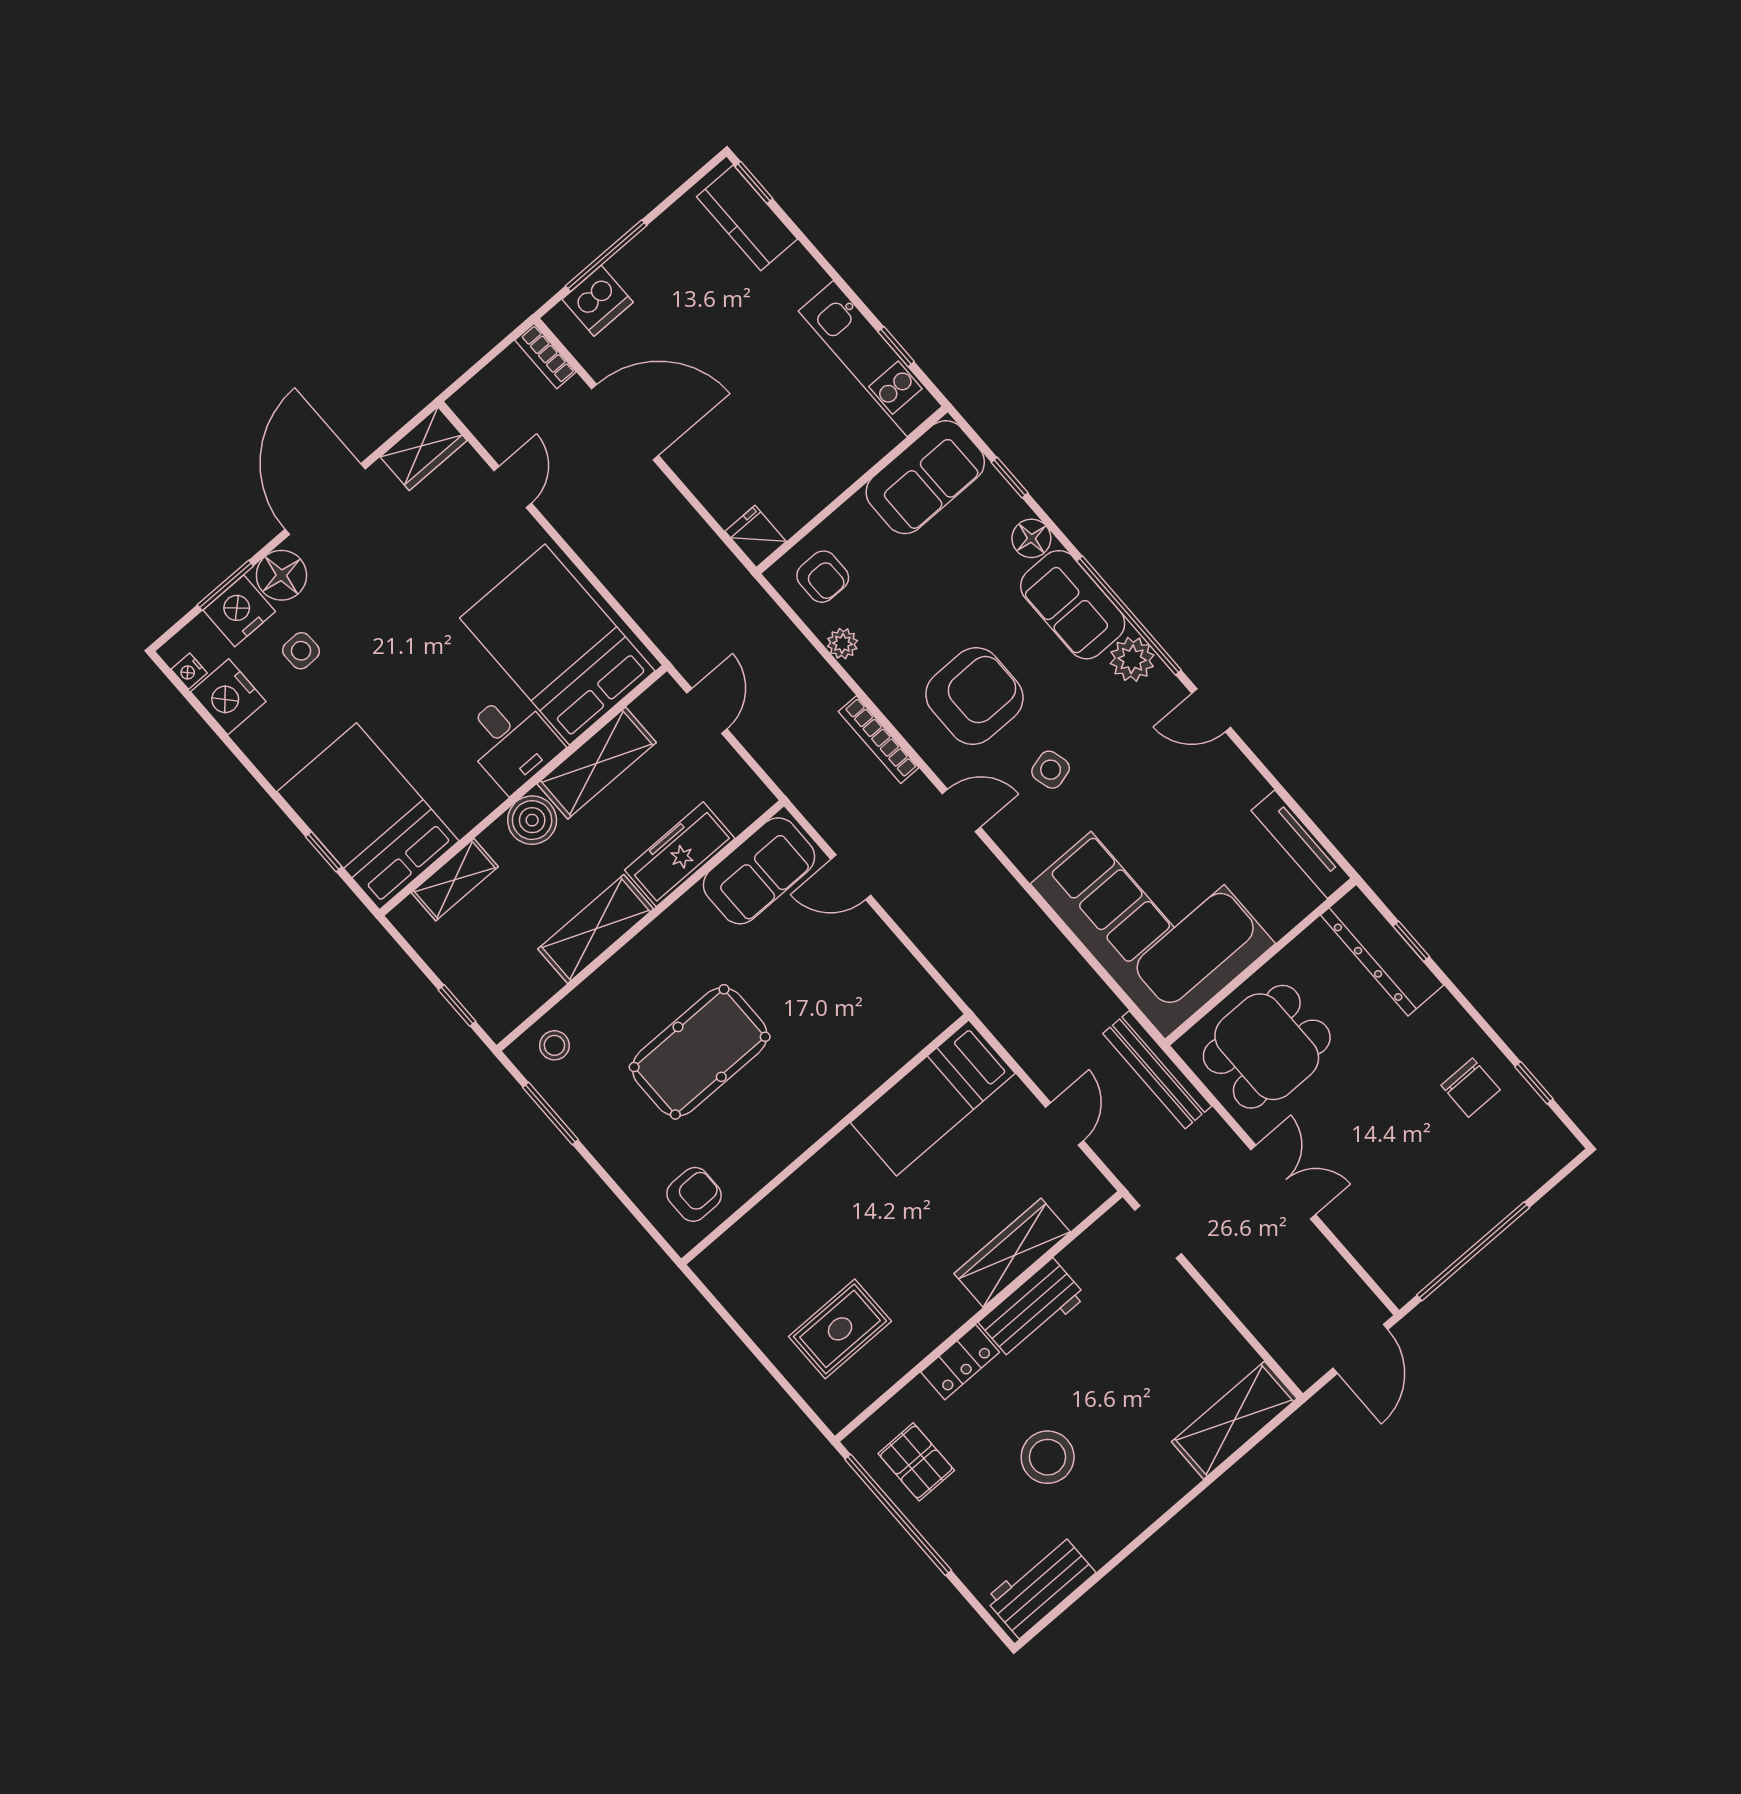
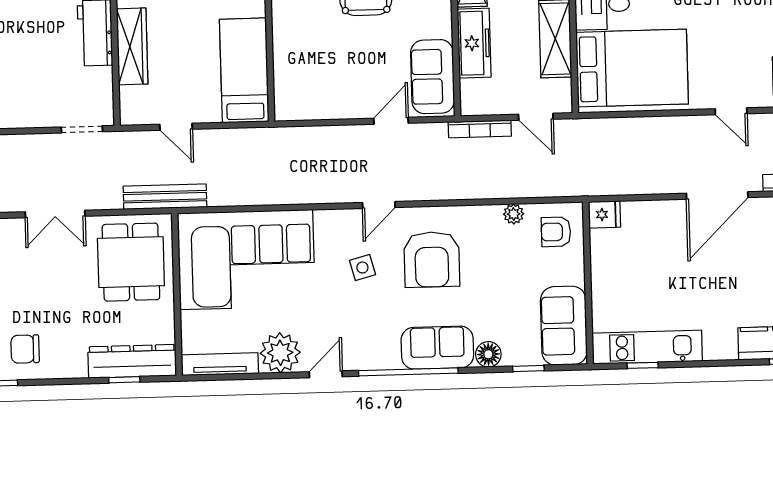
plant: (1132, 659) -> (280, 353), moved, width x1.36, depth x1.36
bookcase: (879, 740) -> (480, 129), moved, turned 180

